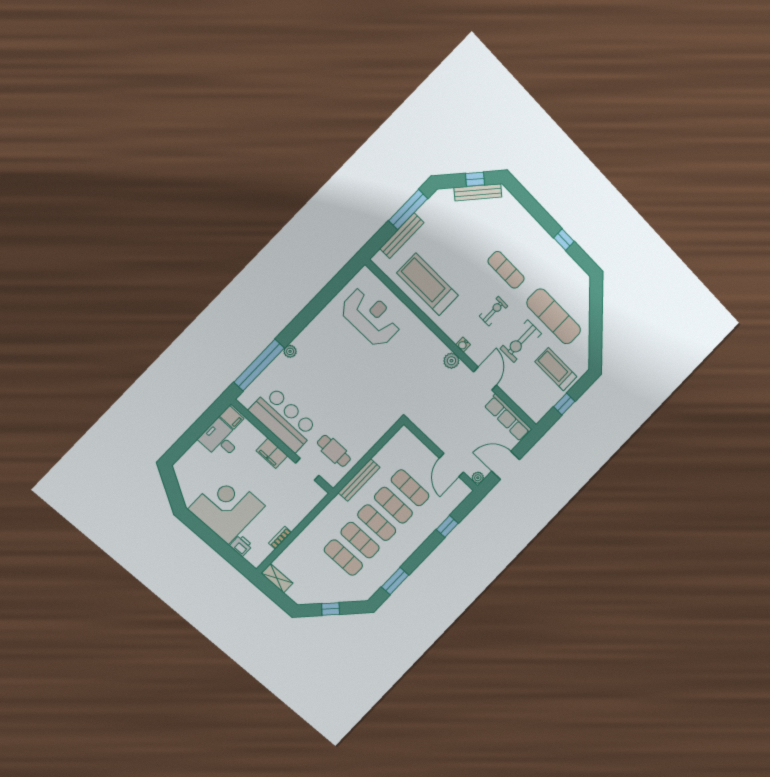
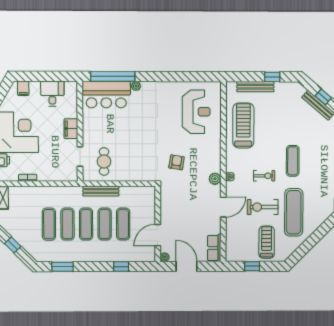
window: (408, 210) -> (272, 77), width x0.46
armchair: (401, 382) -> (177, 162), added
filing cabinet: (232, 417) -> (23, 88), moved
row of seats: (508, 418) -> (214, 248), width x0.68
bar counter: (284, 419) -> (106, 95), moved, turned 90

